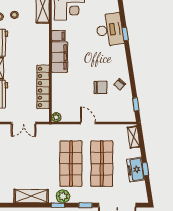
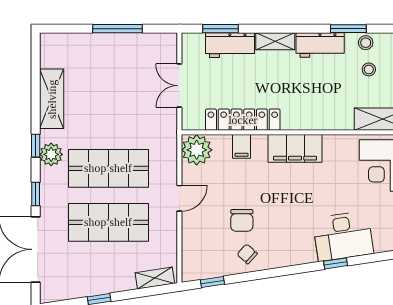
filing cabinet: (58, 36) -> (241, 146), moved
plant: (56, 117) -> (197, 150), width x1.87, depth x1.87
freezer: (136, 170) -> (98, 282), removed

